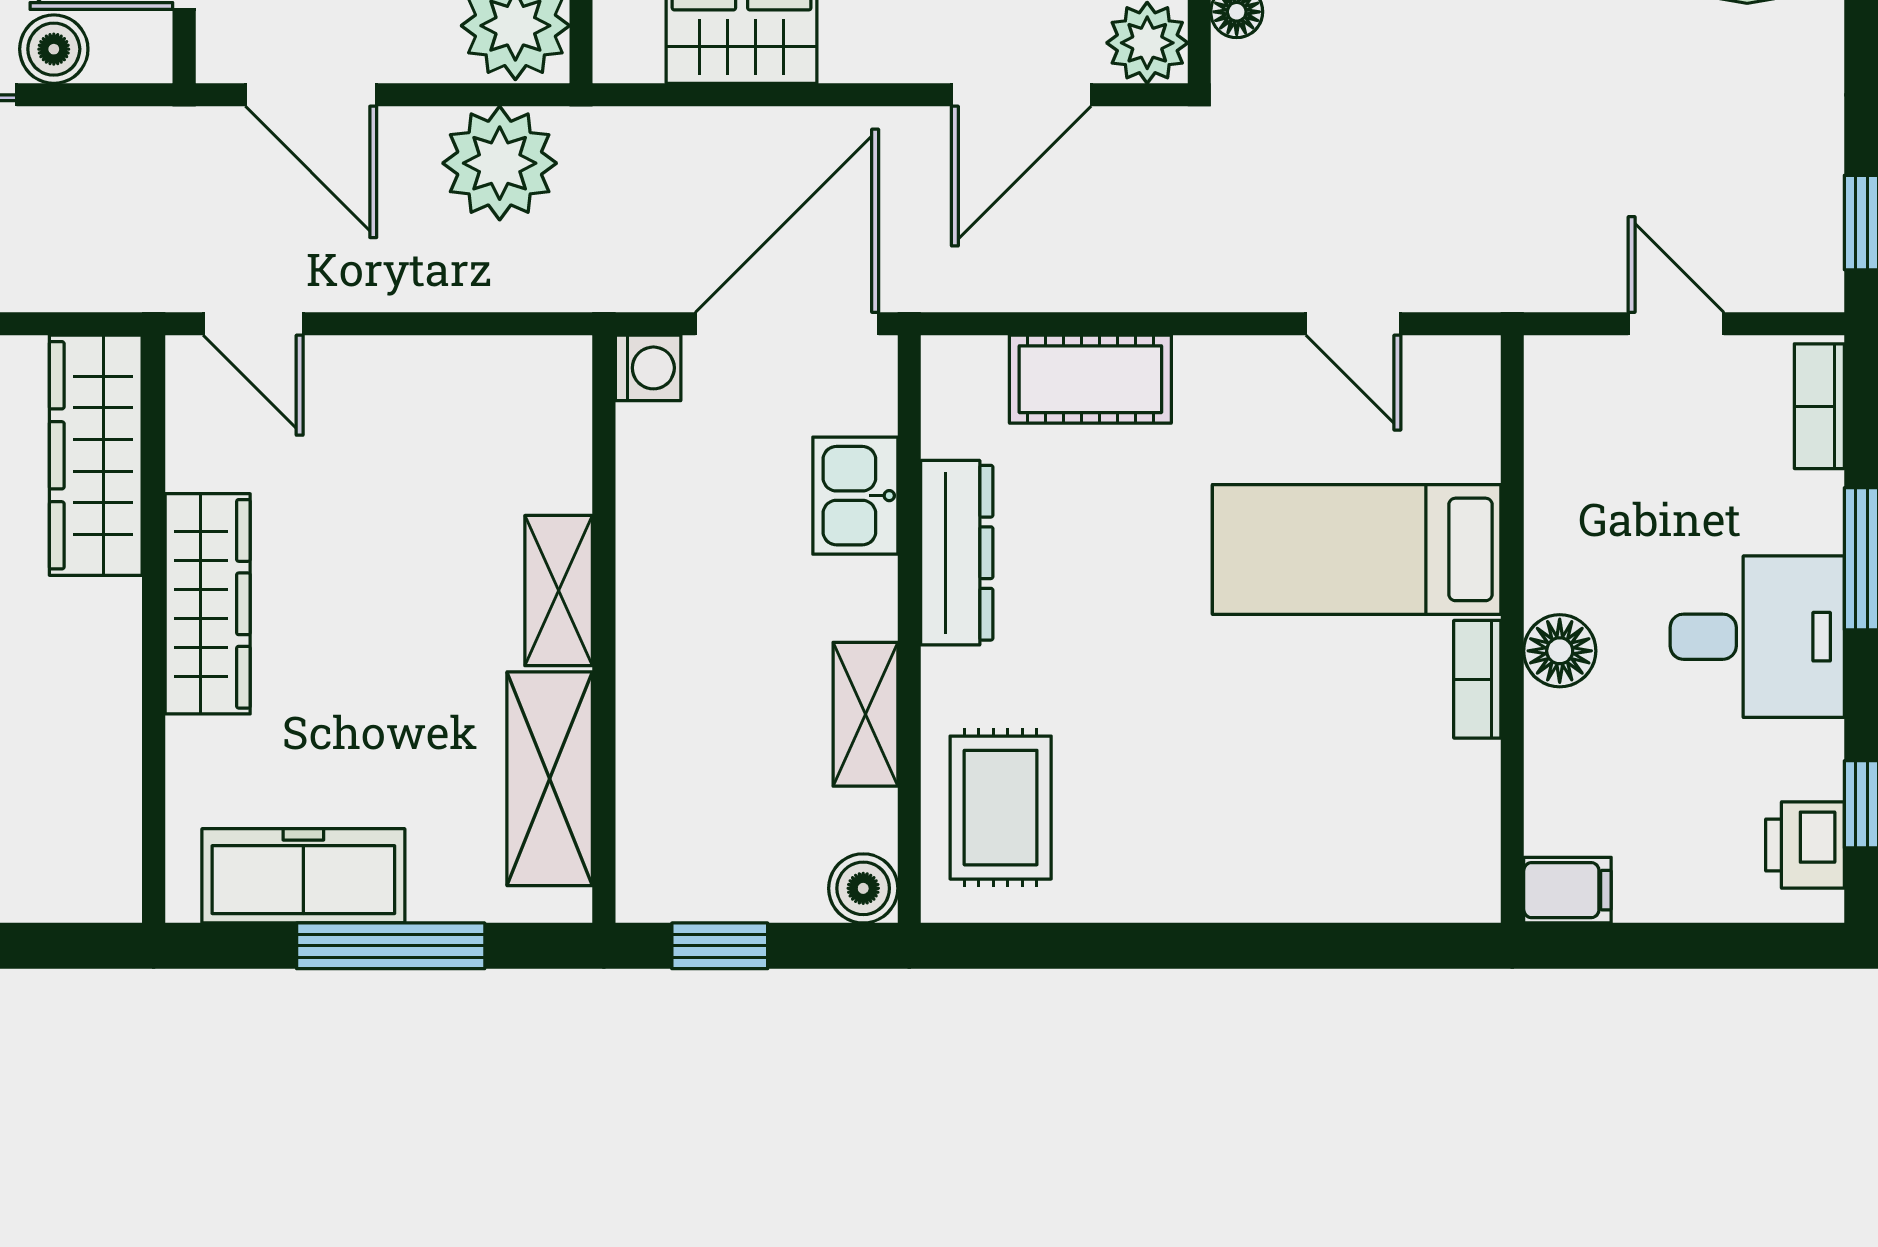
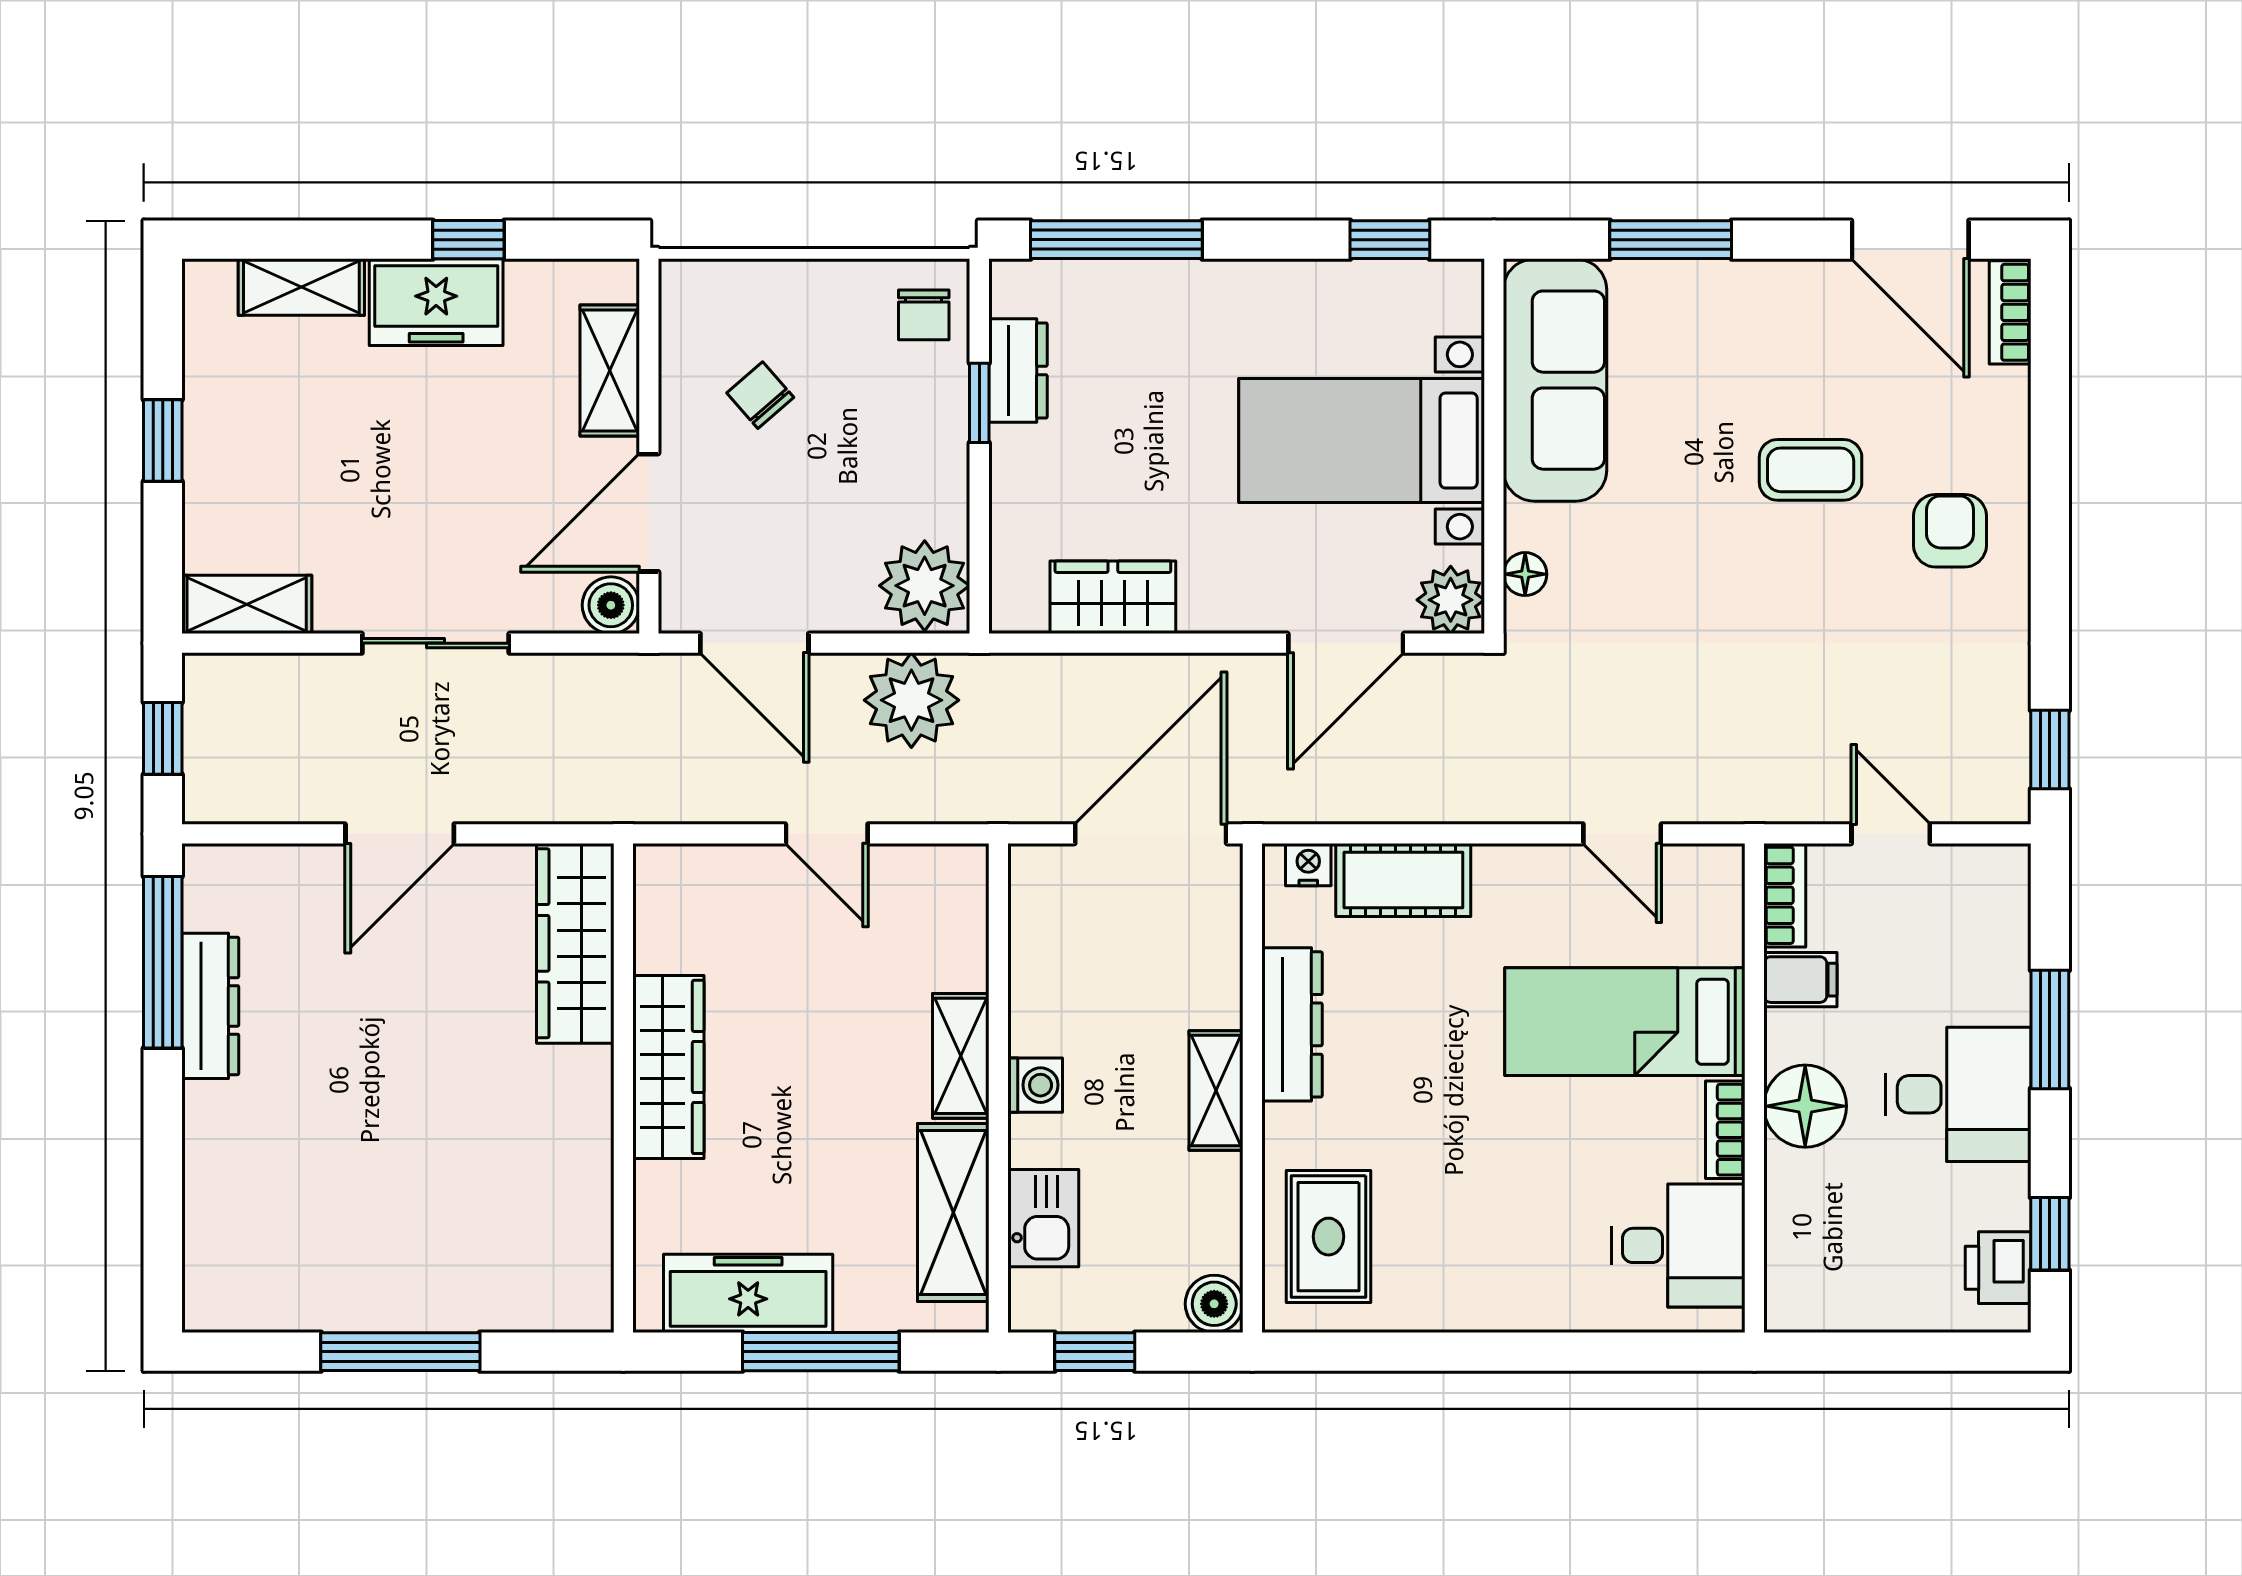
boiler: (54, 49) -> (611, 605), moved
door: (253, 324) -> (827, 834), moved
nightstand: (976, 361) -> (1308, 865), added
washing machine: (648, 368) -> (1035, 1085), moved
bookcase: (1819, 406) -> (1785, 895), moved, turned 180
kitchen sink: (855, 496) -> (1043, 1218), moved, turned 180
floor lamp: (1560, 651) -> (1805, 1106), width x1.38, depth x1.38
shelving: (865, 714) -> (1216, 1091), moved
desk: (1421, 818) -> (1678, 1245), added
filing cabinet: (1567, 890) -> (1800, 980), moved

